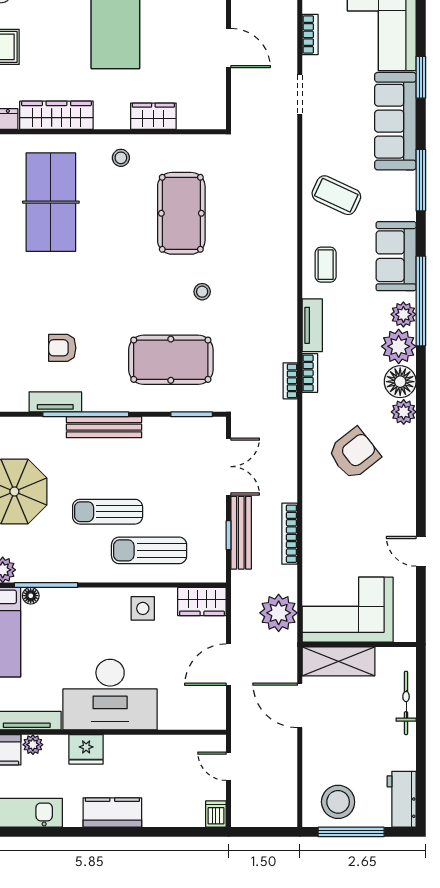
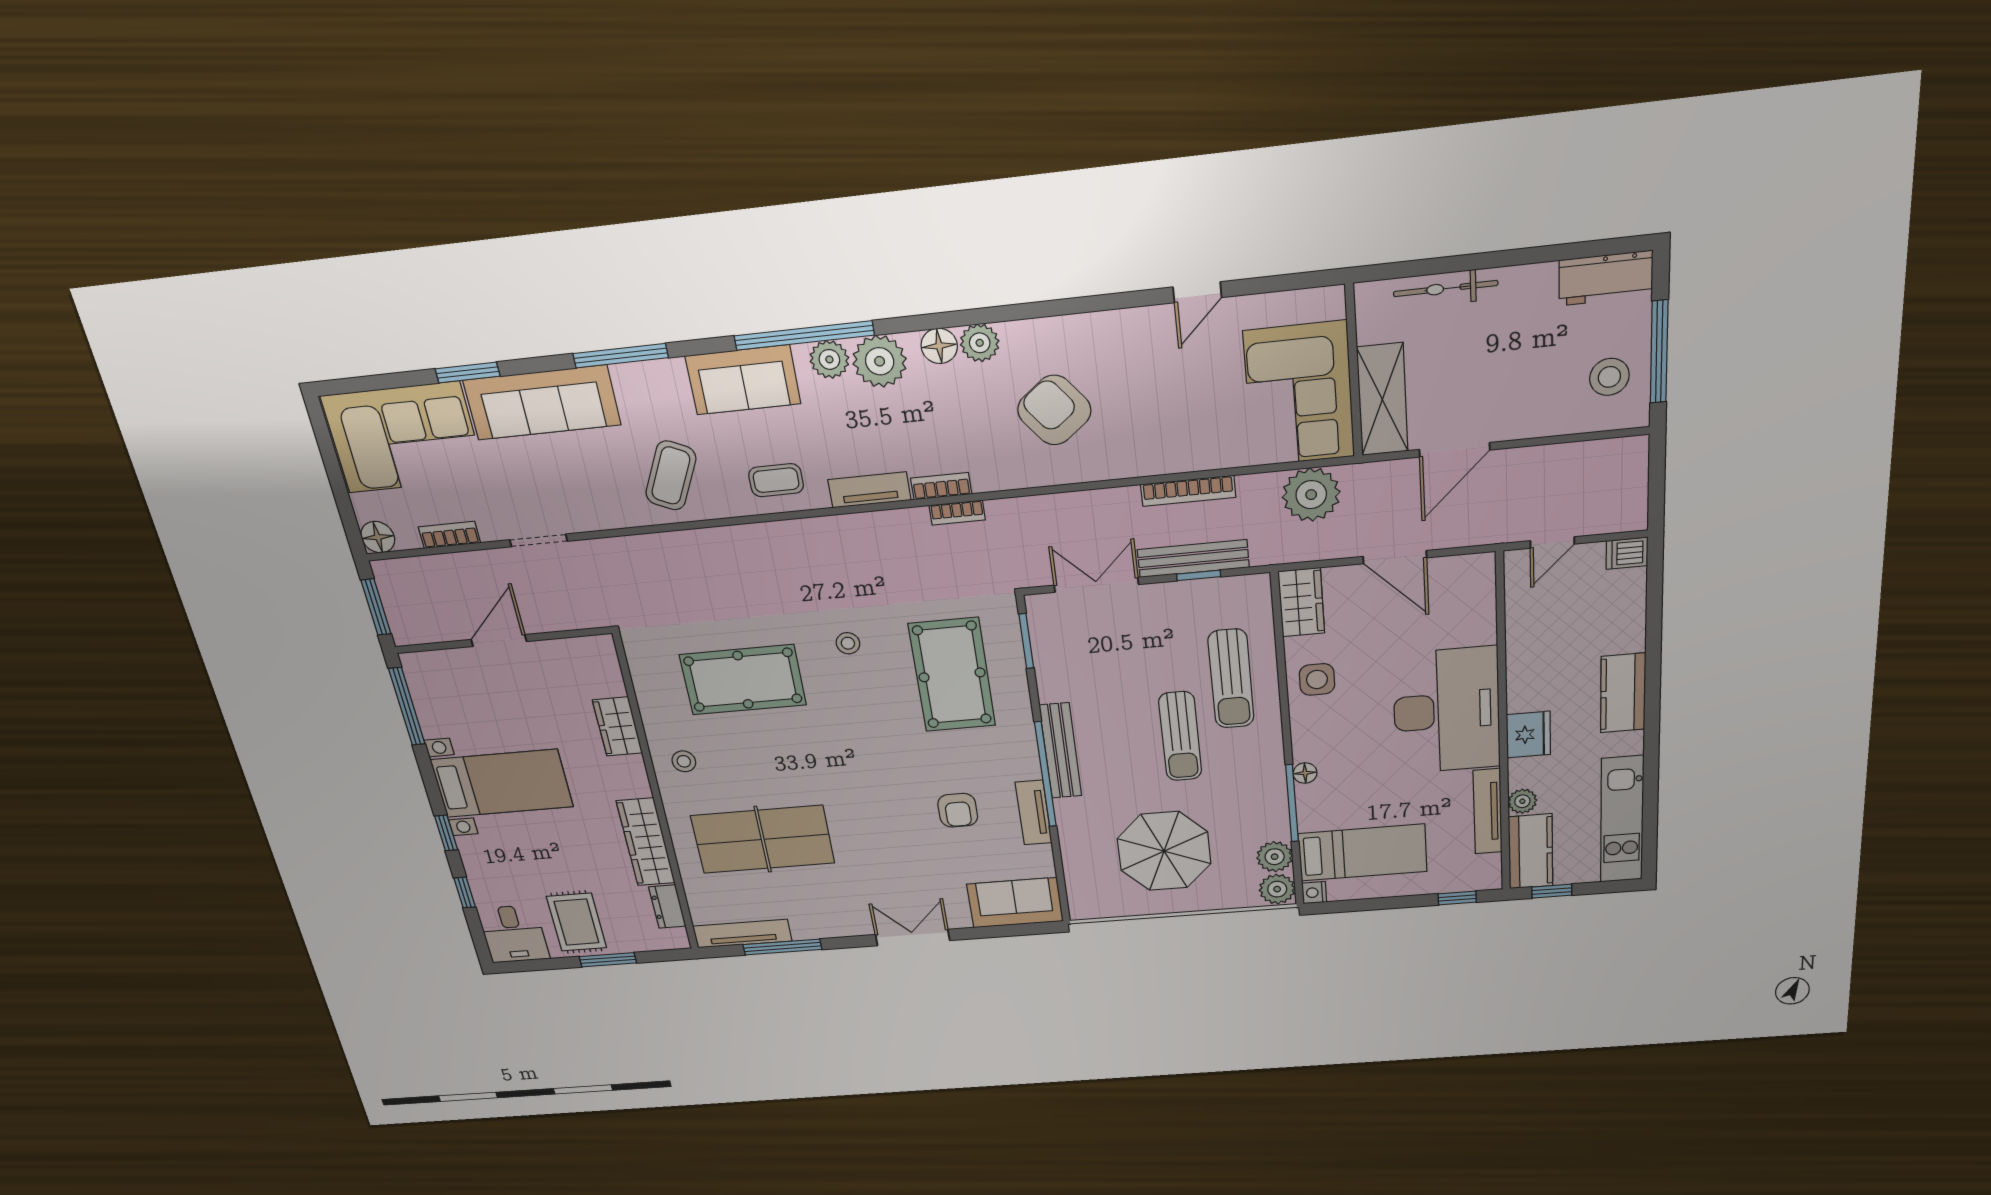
floor lamp: (400, 382) -> (939, 346), width x0.73, depth x0.73
floor lamp: (31, 596) -> (1305, 773), moved
stool: (338, 802) -> (1609, 377), width x0.73, depth x0.73

